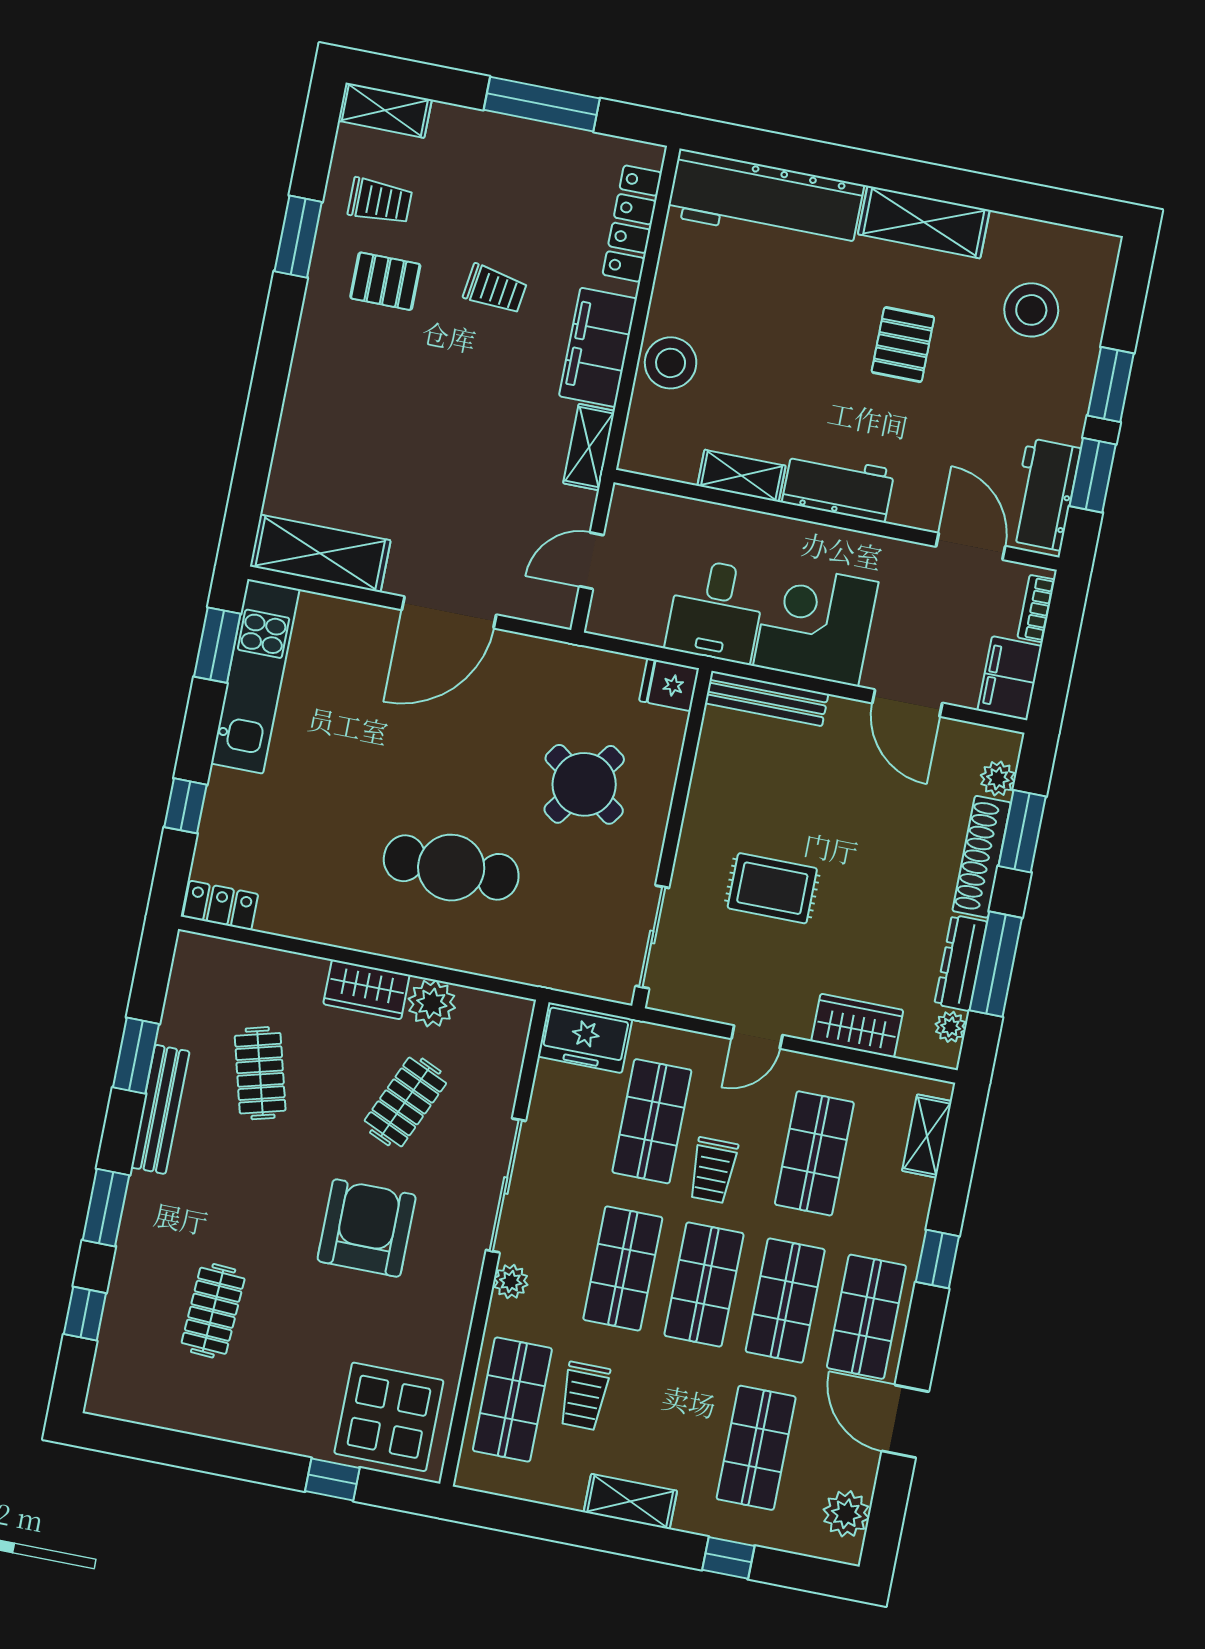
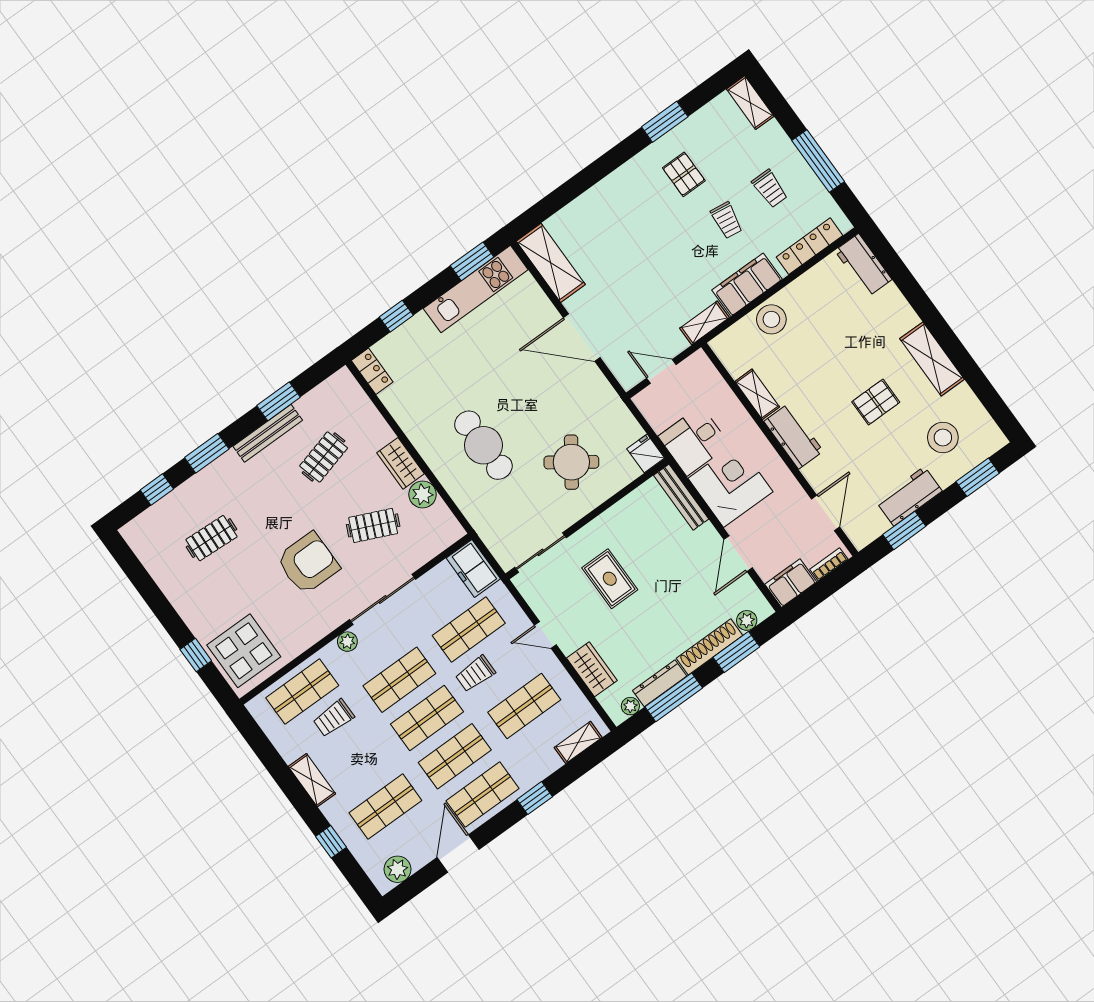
workbench: (765, 200) -> (863, 265), width x0.53, depth x0.76
trolley: (380, 201) -> (770, 189), moved
window: (1111, 384) -> (978, 477), moved
workbench: (1044, 494) -> (909, 496), moved

